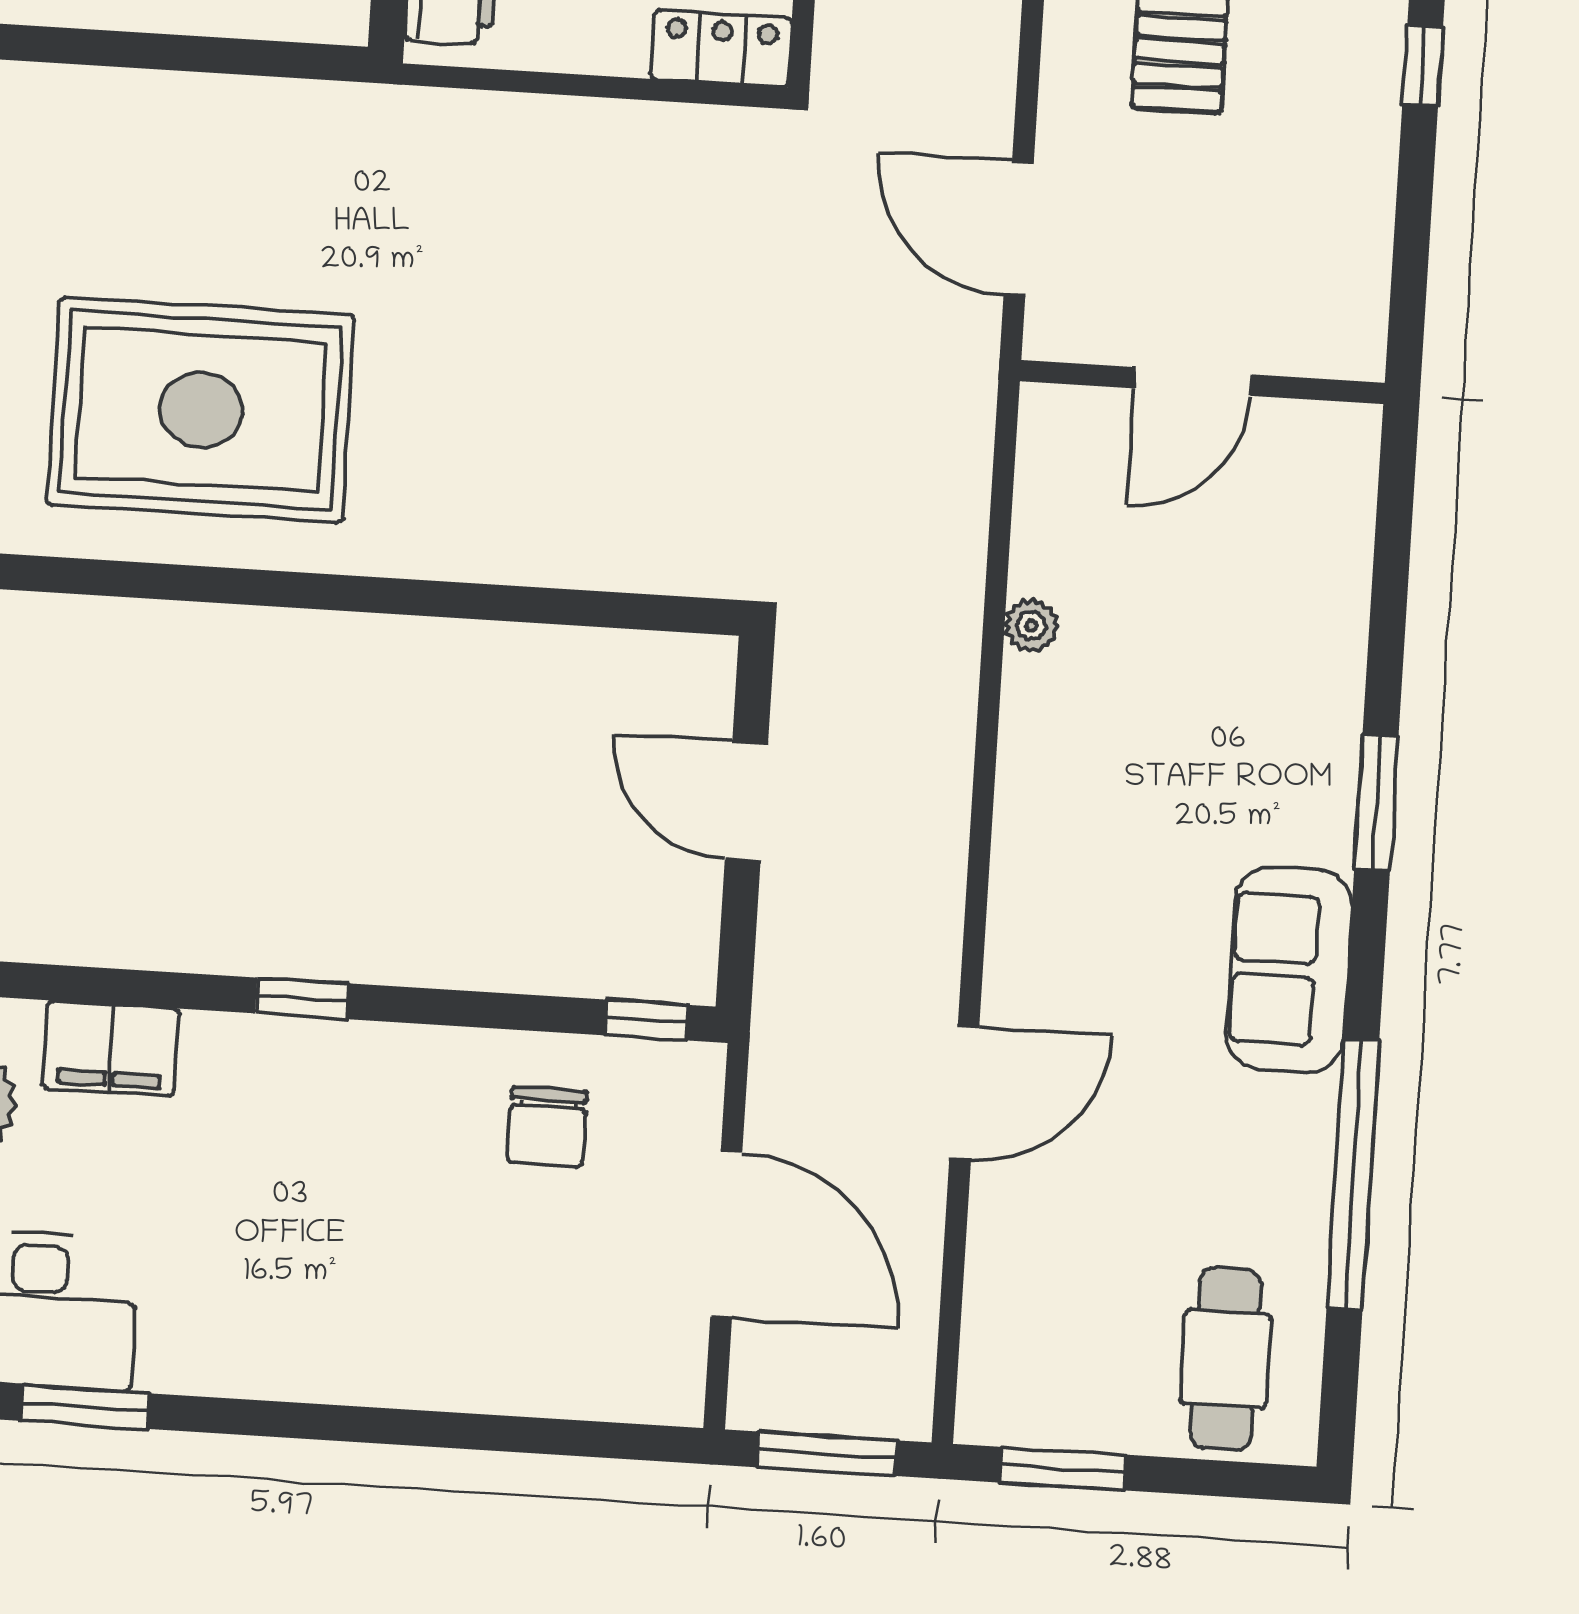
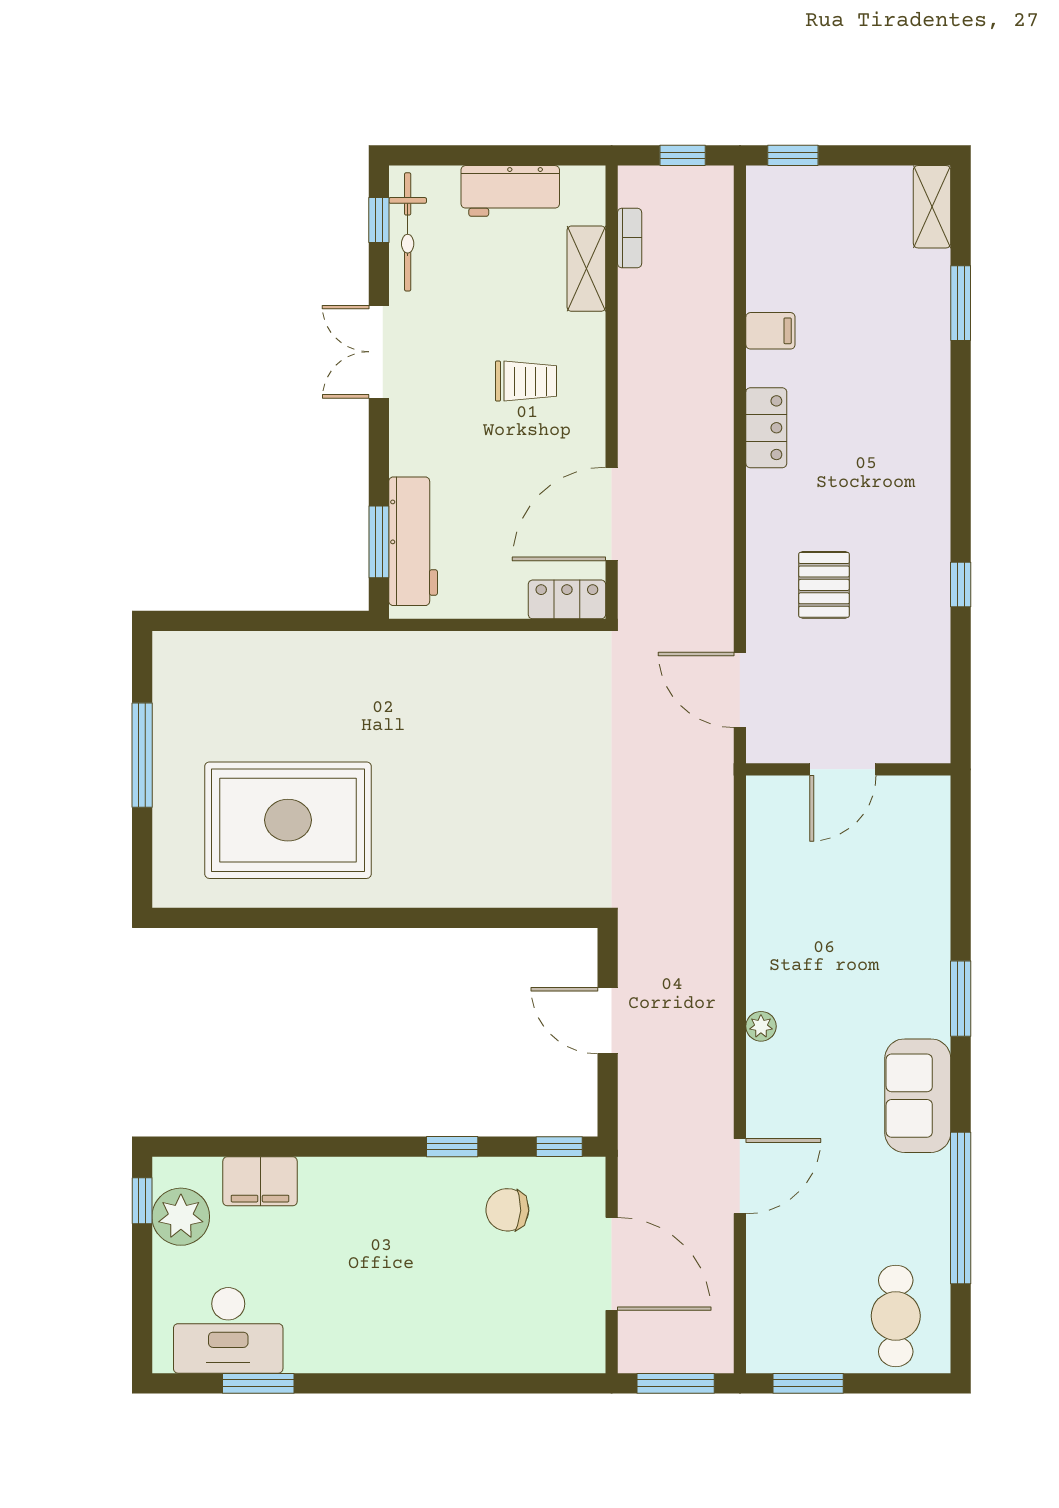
plant: (1031, 625) -> (761, 1026), moved
window: (302, 998) -> (452, 1147), moved
chair: (547, 1127) -> (507, 1210), turned 93

